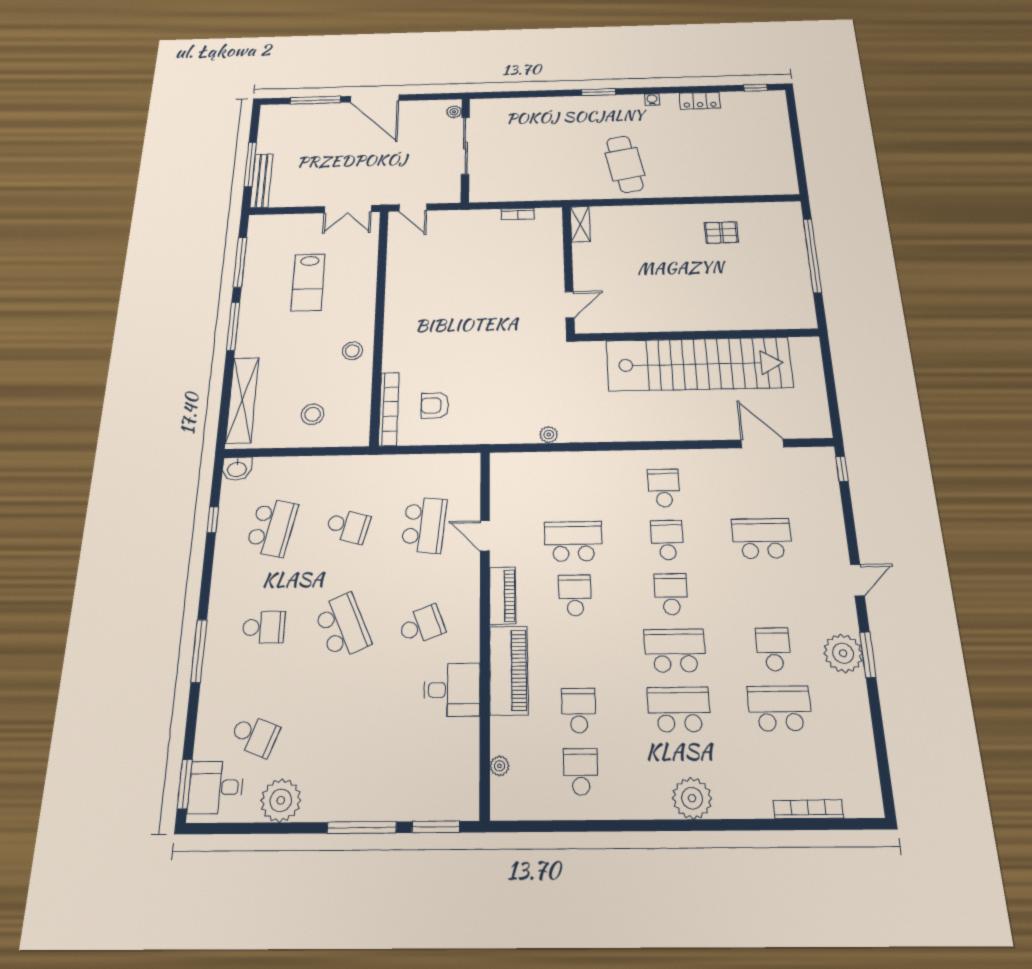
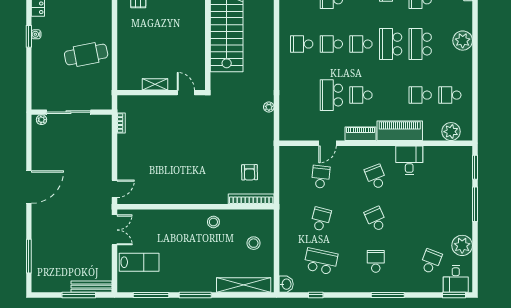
window: (599, 92) -> (29, 36), moved
door: (375, 98) -> (29, 187), moved
plant: (454, 112) -> (41, 120), moved
sliding door: (465, 146) -> (69, 112), moved
wall: (465, 150) -> (72, 112), moved
shelving: (580, 224) -> (155, 84), moved
lab bench: (308, 282) -> (139, 262), moved
school desk: (424, 525) -> (321, 177), width x0.54
school desk: (342, 626) -> (376, 219), width x0.54
plant: (499, 766) -> (451, 132), width x1.88, depth x1.88

